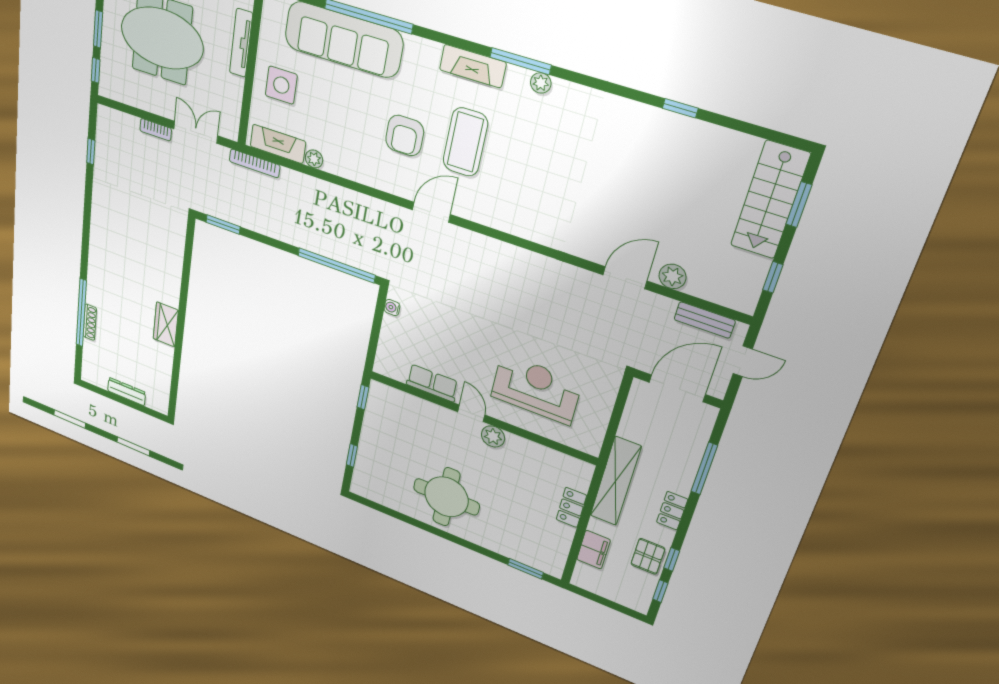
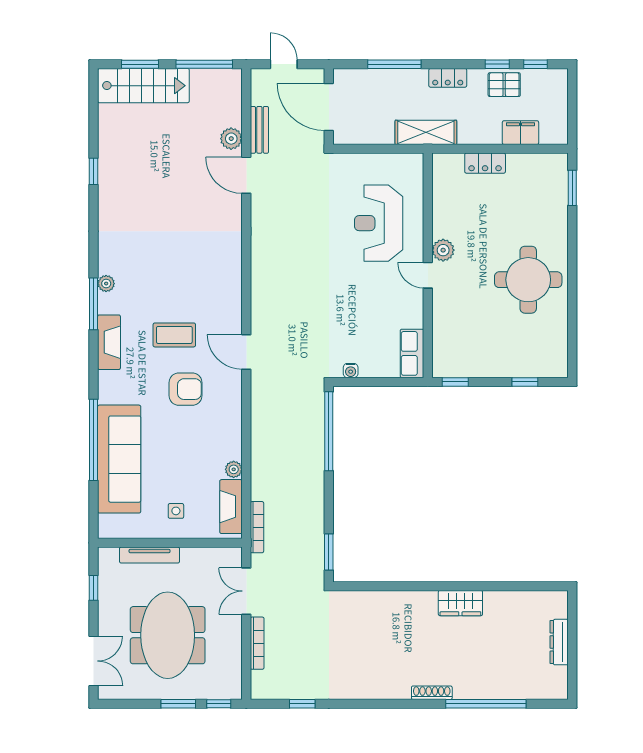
side table: (281, 85) -> (176, 511), width x0.54, depth x0.54
bookcase: (156, 130) -> (257, 643), width x1.56
coffee table: (465, 142) -> (174, 335), width x0.73, depth x0.76
window: (773, 277) -> (204, 64), width x2.17
bench: (705, 320) -> (259, 130), moved
shoe rack: (90, 322) -> (432, 693), moved
row of seats: (432, 383) -> (412, 353), moved
door: (471, 413) -> (428, 275), hinge flipped
shelving: (616, 481) -> (426, 132), width x0.68

